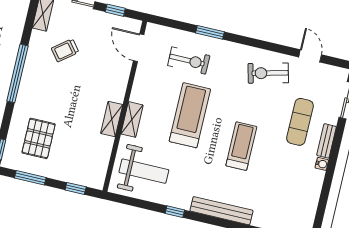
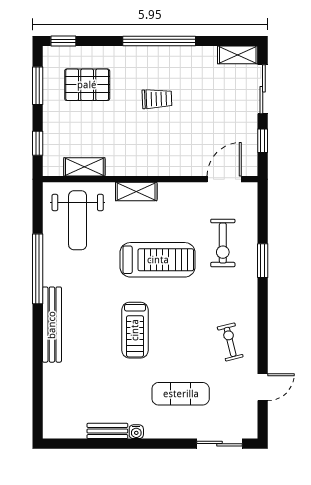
trolley: (65, 50) -> (157, 99), moved, turned 126
exercise bike: (268, 73) -> (230, 342), width x0.73, depth x0.72
shelving: (112, 119) -> (84, 167), moved
bench: (327, 141) -> (107, 431), moved
treadmill: (241, 146) -> (135, 330), turned 90
window: (175, 212) -> (38, 269), width x3.17

